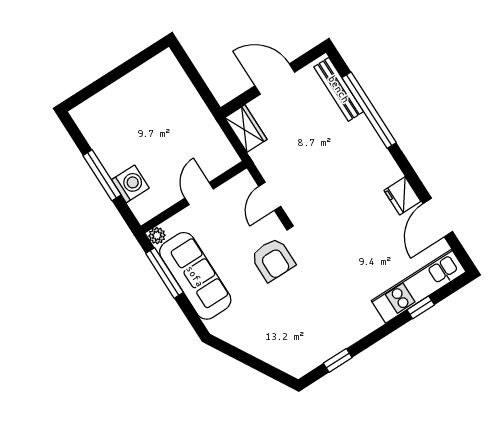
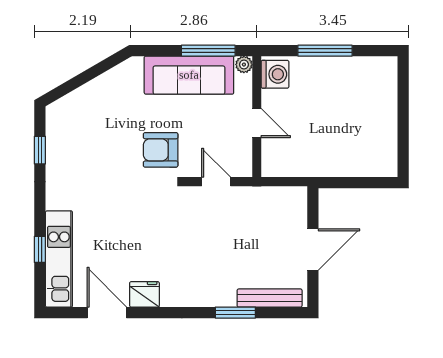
window: (369, 110) -> (235, 313), width x0.47
wardrobe: (246, 128) -> (287, 198), removed
washing machine: (130, 184) -> (275, 74), moved, turned -90

